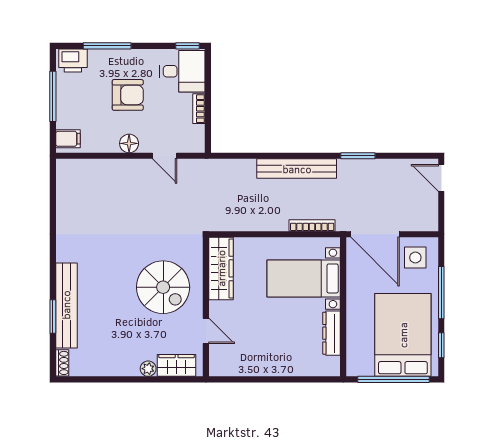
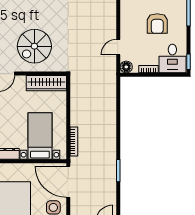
floor lamp: (129, 143) -> (126, 67), moved
bench: (297, 169) -> (110, 132), removed
door: (375, 234) -> (68, 182), hinge flipped

